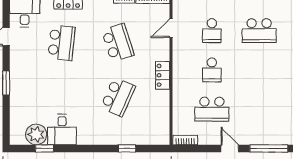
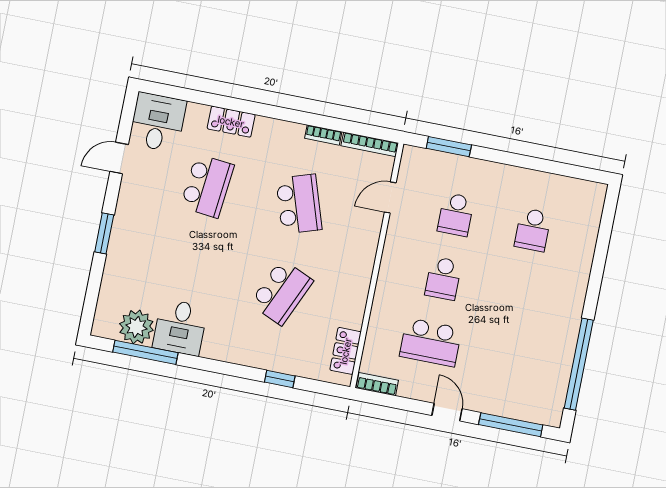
school desk: (259, 31) -> (533, 230), width x0.54
locker: (163, 75) -> (346, 351), moved
window: (44, 148) -> (145, 352), width x2.17

